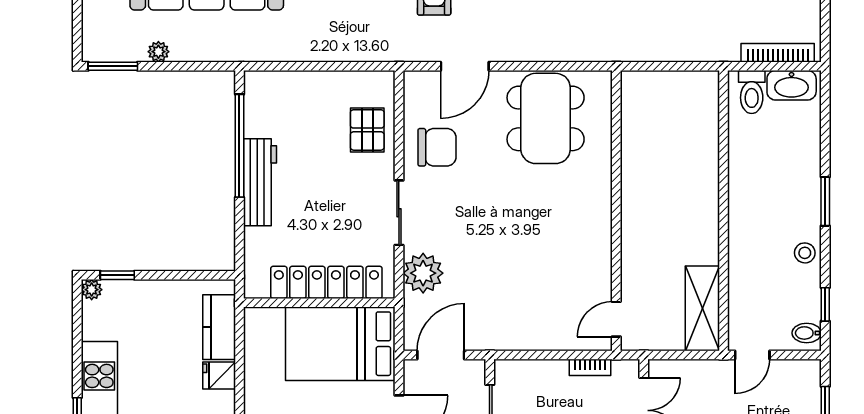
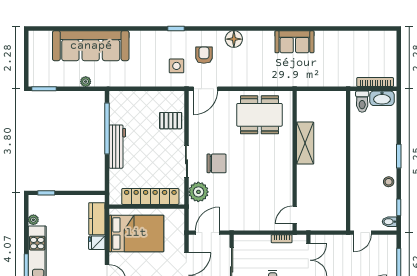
side table: (379, 20) -> (176, 66), added
plant: (158, 52) -> (86, 82), moved
door: (465, 66) -> (205, 89), moved
dining table: (546, 118) -> (259, 115), turned 90
pallet: (367, 130) -> (171, 121), turned 90
chair: (437, 147) -> (216, 163), moved
plant: (92, 290) -> (33, 220), moved
shelving: (702, 308) -> (305, 143), moved
bed: (340, 344) -> (136, 233), moved, turned 180

